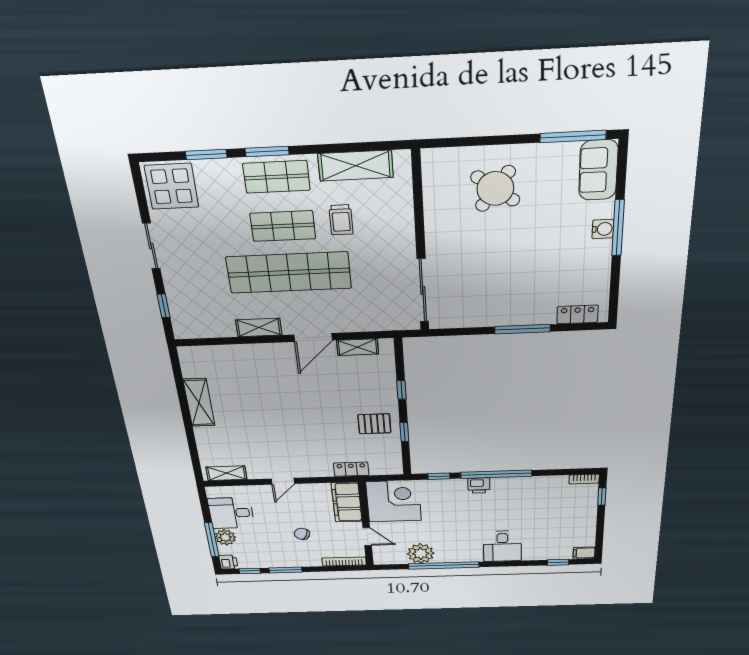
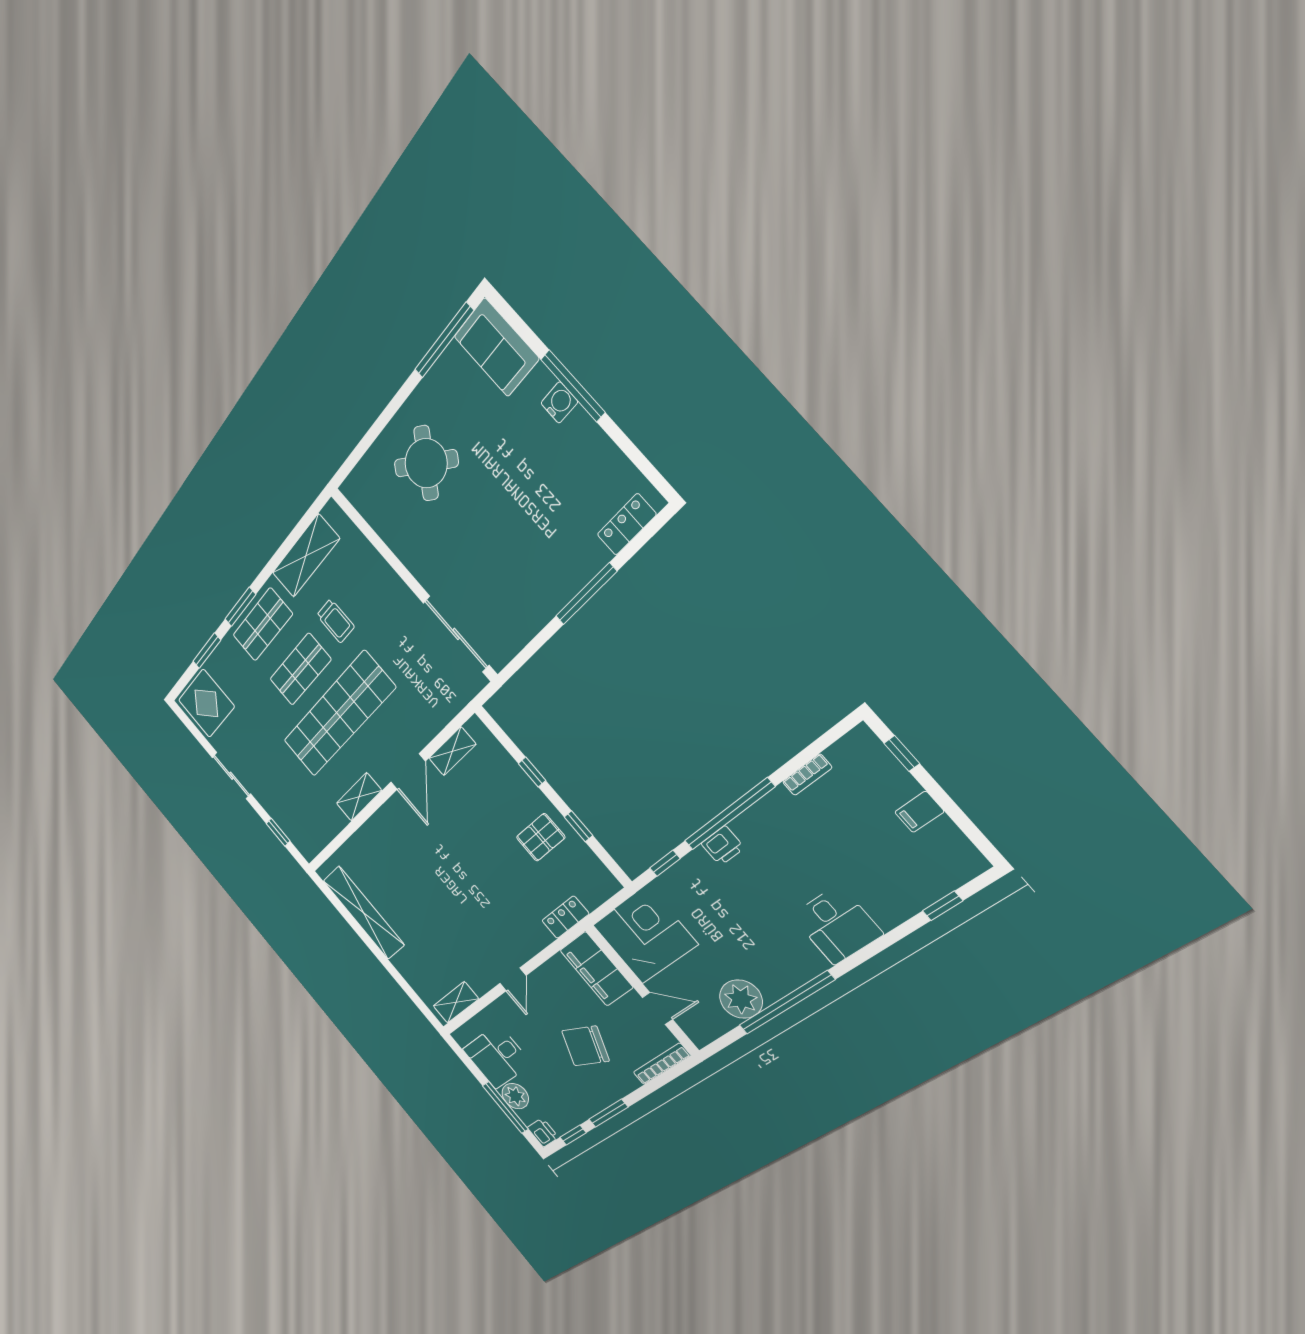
shelving: (199, 403) -> (364, 913), width x1.47
bookcase: (584, 479) -> (807, 775), moved
chair: (302, 534) -> (585, 1046), width x1.87, depth x1.87
filing cabinet: (584, 553) -> (919, 812), moved

